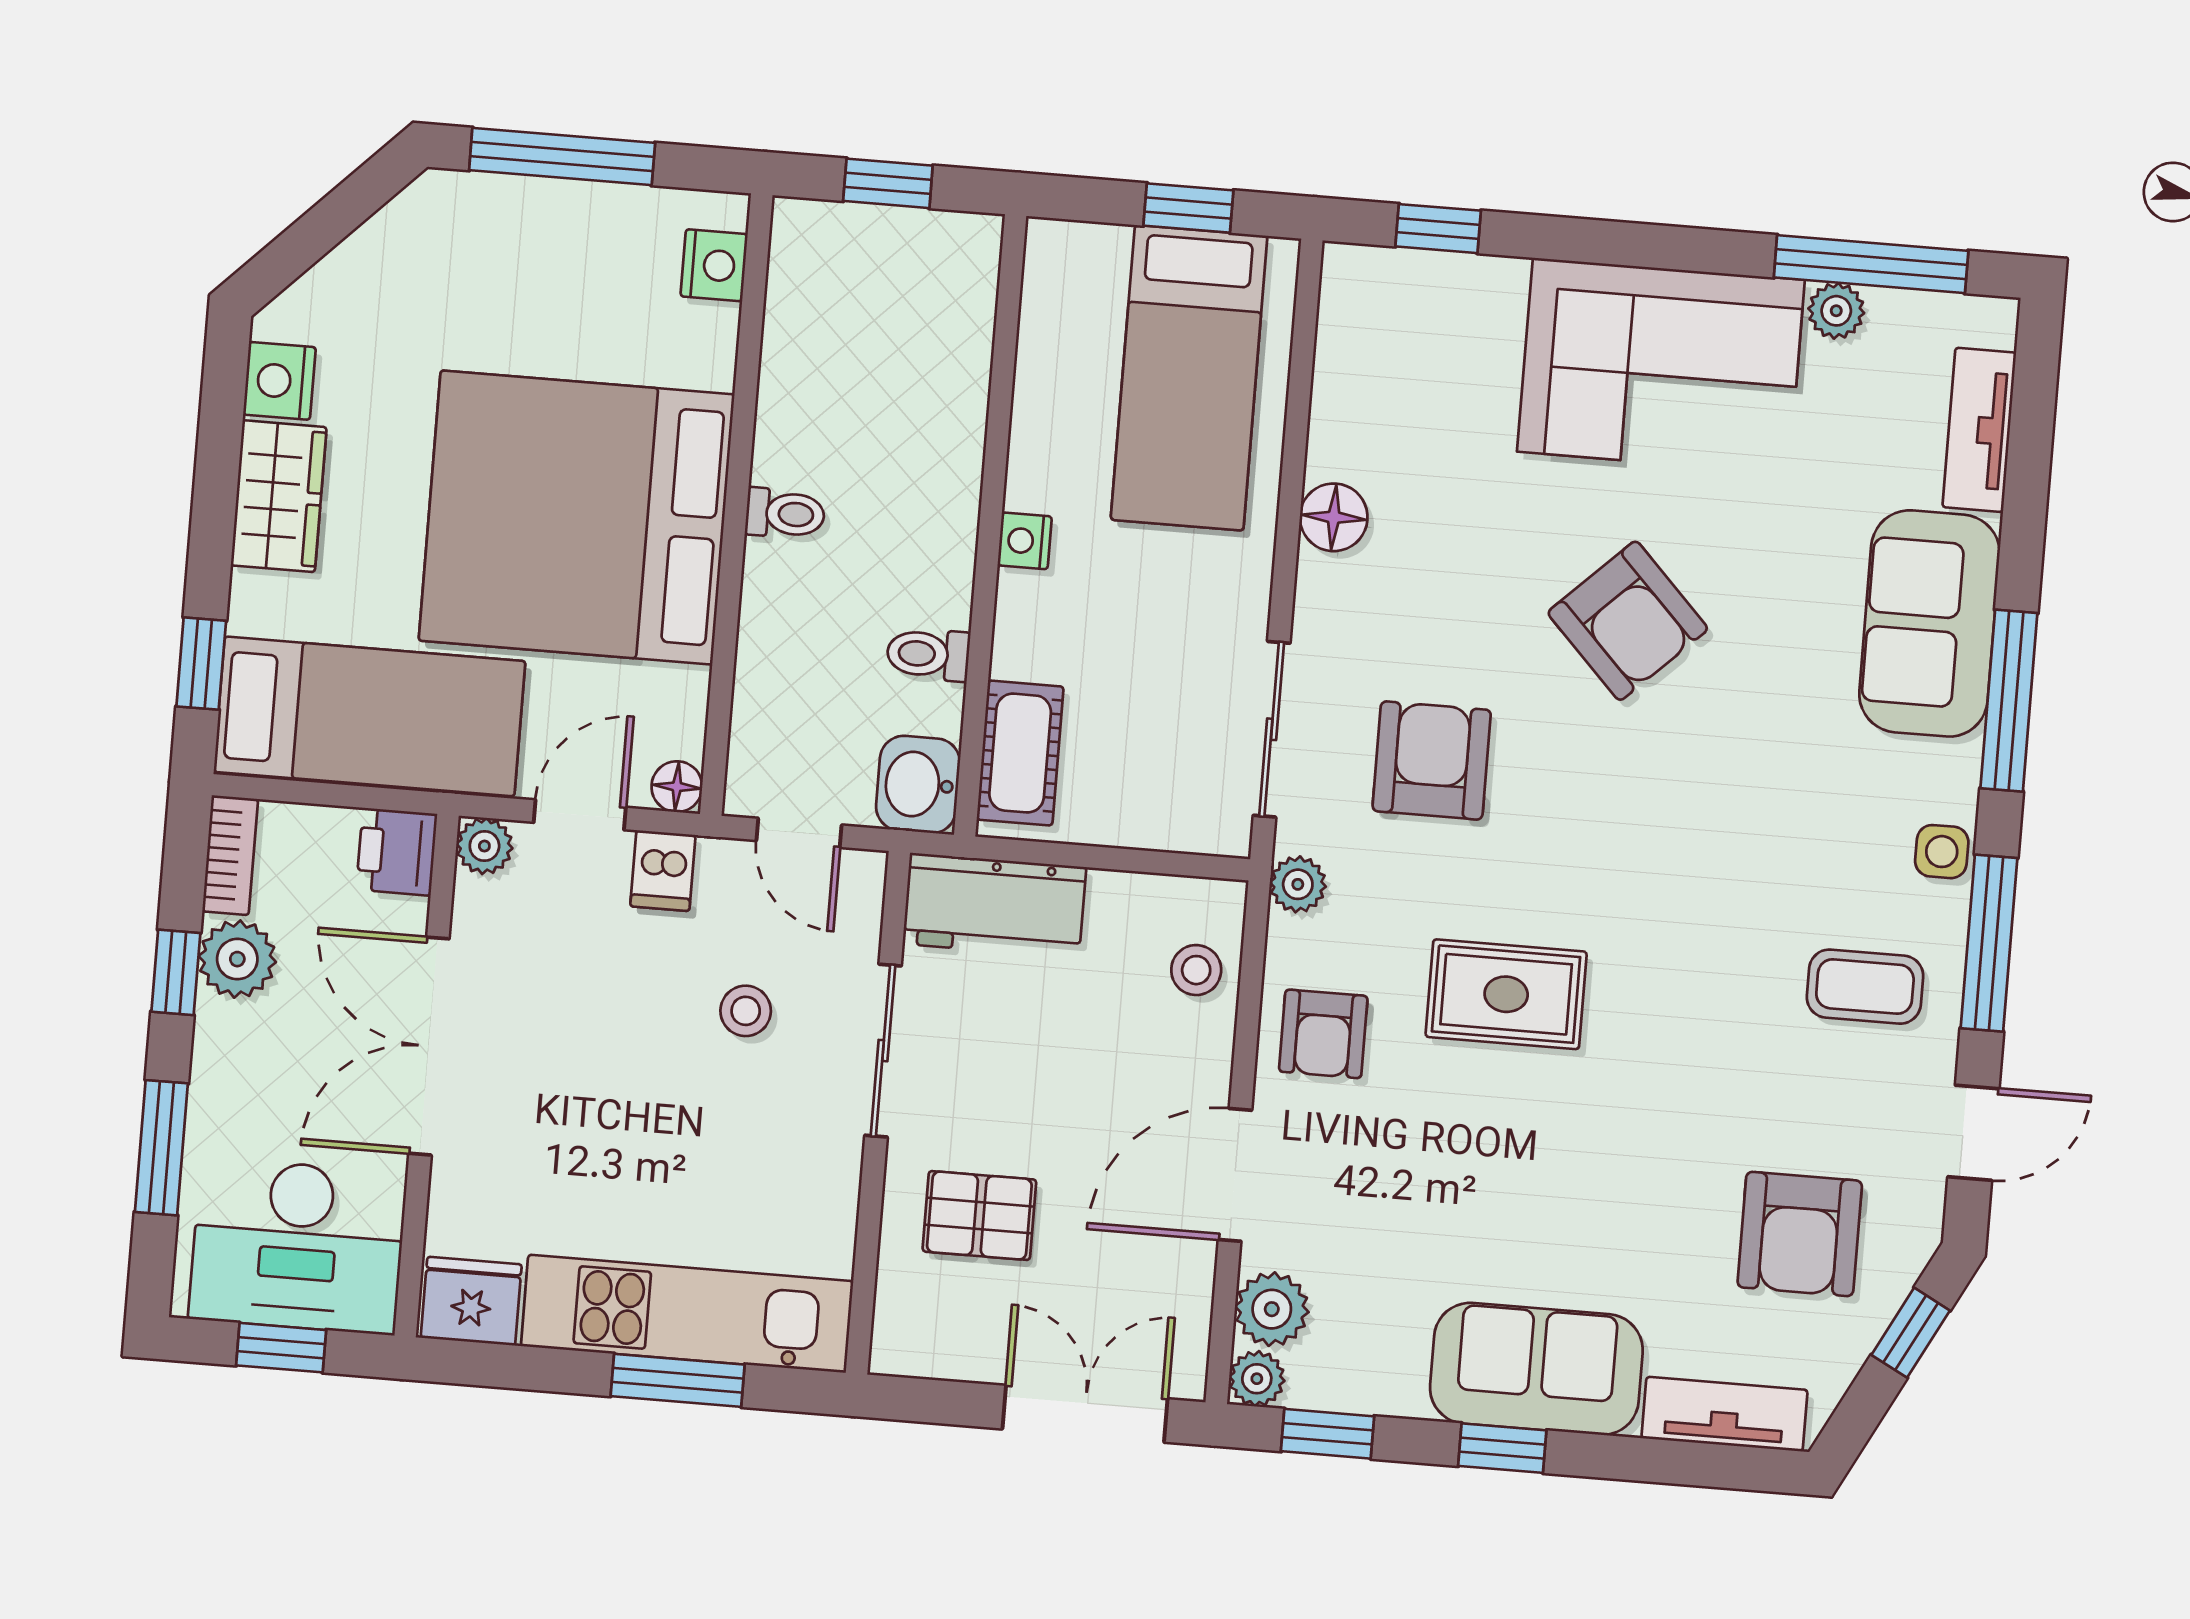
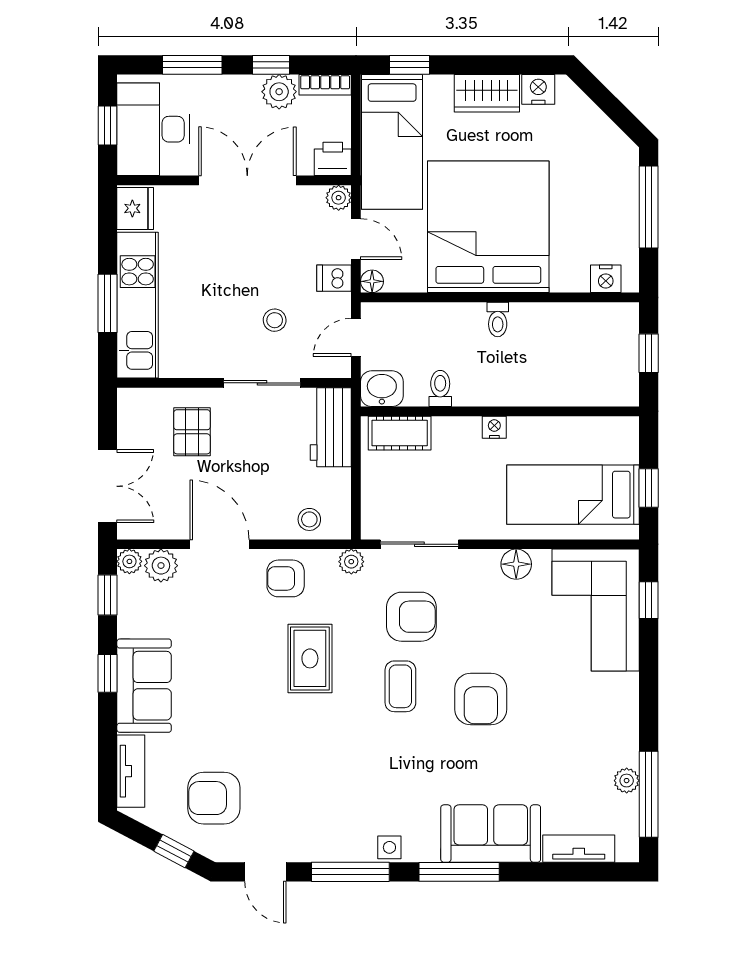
corner sofa: (1661, 366) -> (596, 610), moved
armchair: (1628, 621) -> (481, 699), turned -46
coffee table: (1865, 987) -> (400, 686), moved

